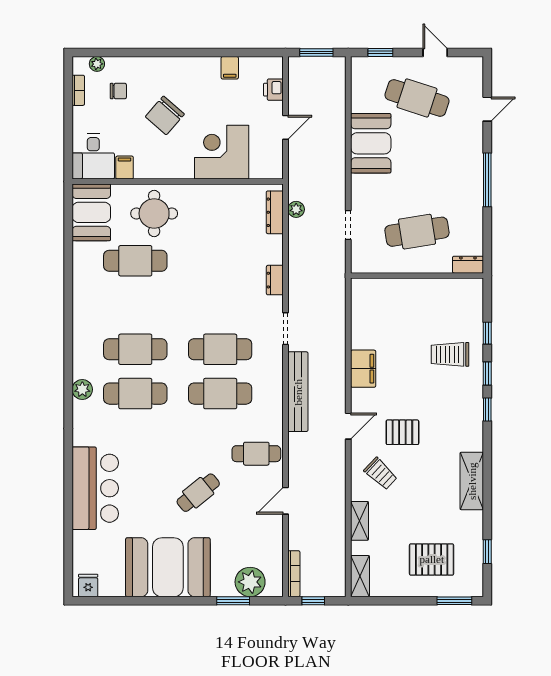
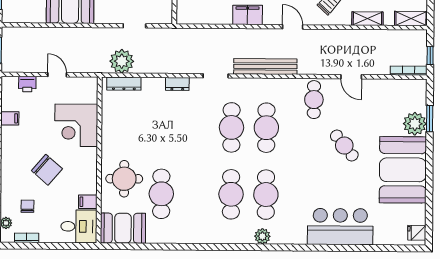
plant: (296, 209) -> (122, 61), width x1.87, depth x1.87
plant: (250, 582) -> (415, 124), moved

